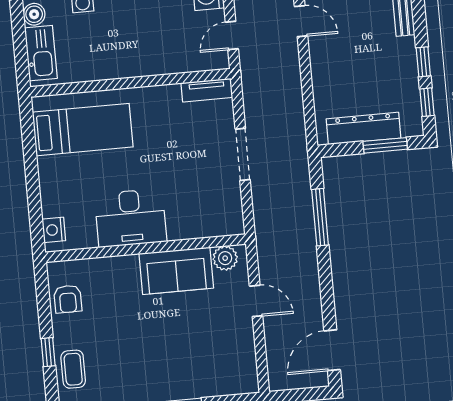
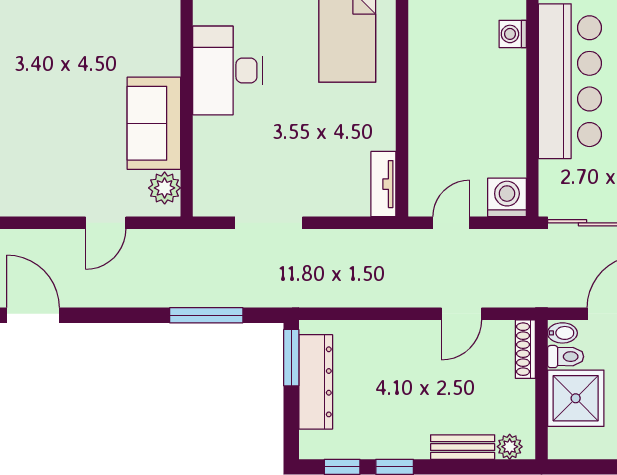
door: (232, 35) -> (451, 223), hinge flipped
window: (385, 145) -> (291, 358), moved
doorway: (243, 154) -> (269, 223), moved

